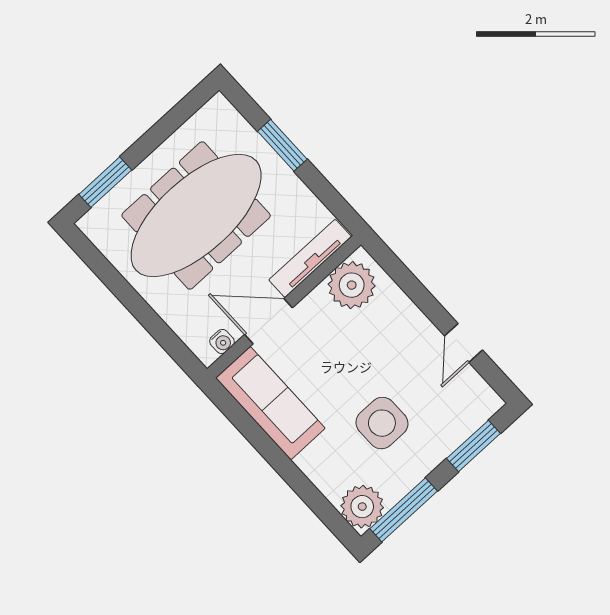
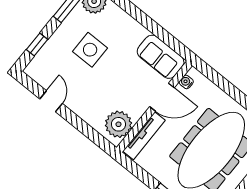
sofa: (270, 403) -> (161, 57), width x0.73
window: (473, 446) -> (37, 45), width x0.67

